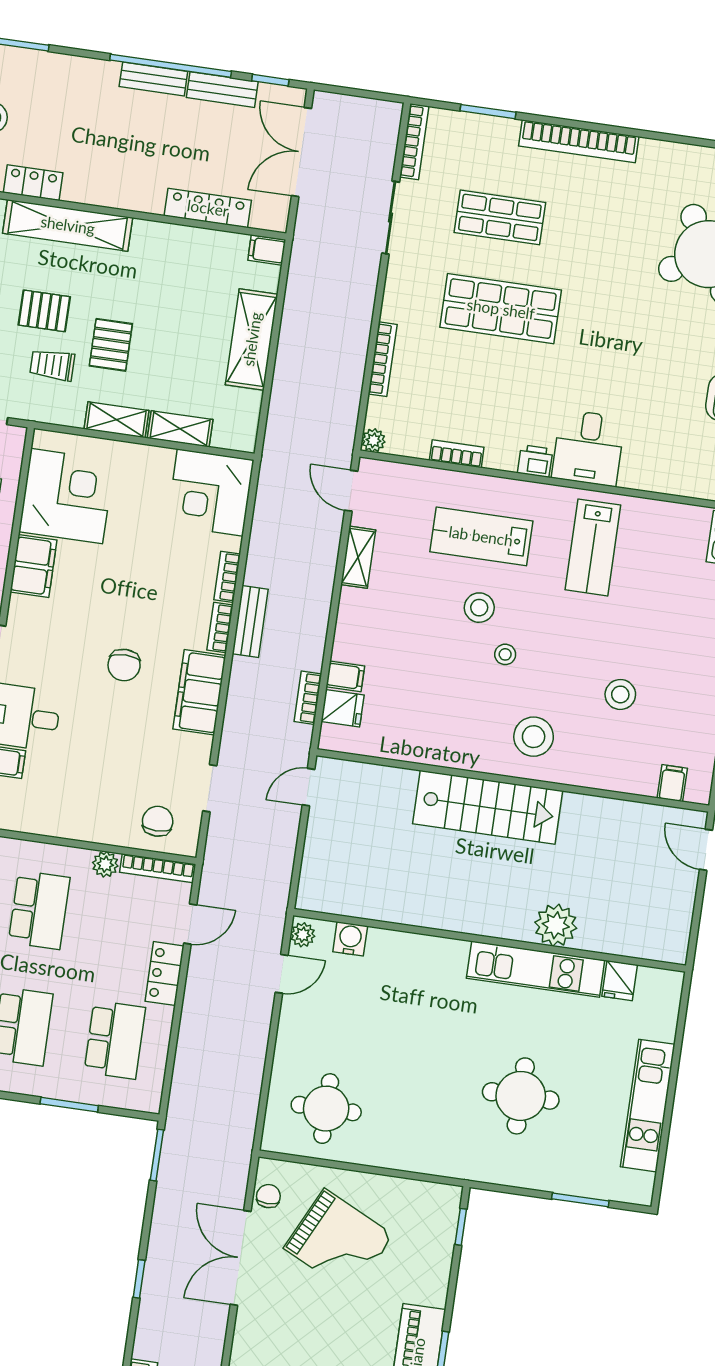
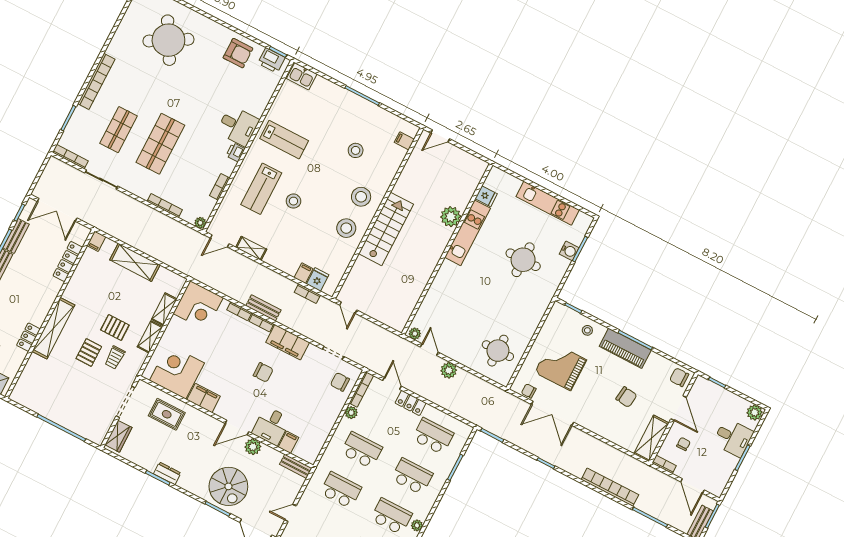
stool: (505, 654) -> (346, 228), moved, width x1.89, depth x1.89
water cooler: (350, 939) -> (569, 251), moved, turned 180
plant: (254, 1026) -> (449, 370), added
grand piano: (338, 1242) -> (561, 366), turned -116
stool: (427, 1270) -> (587, 330), added

